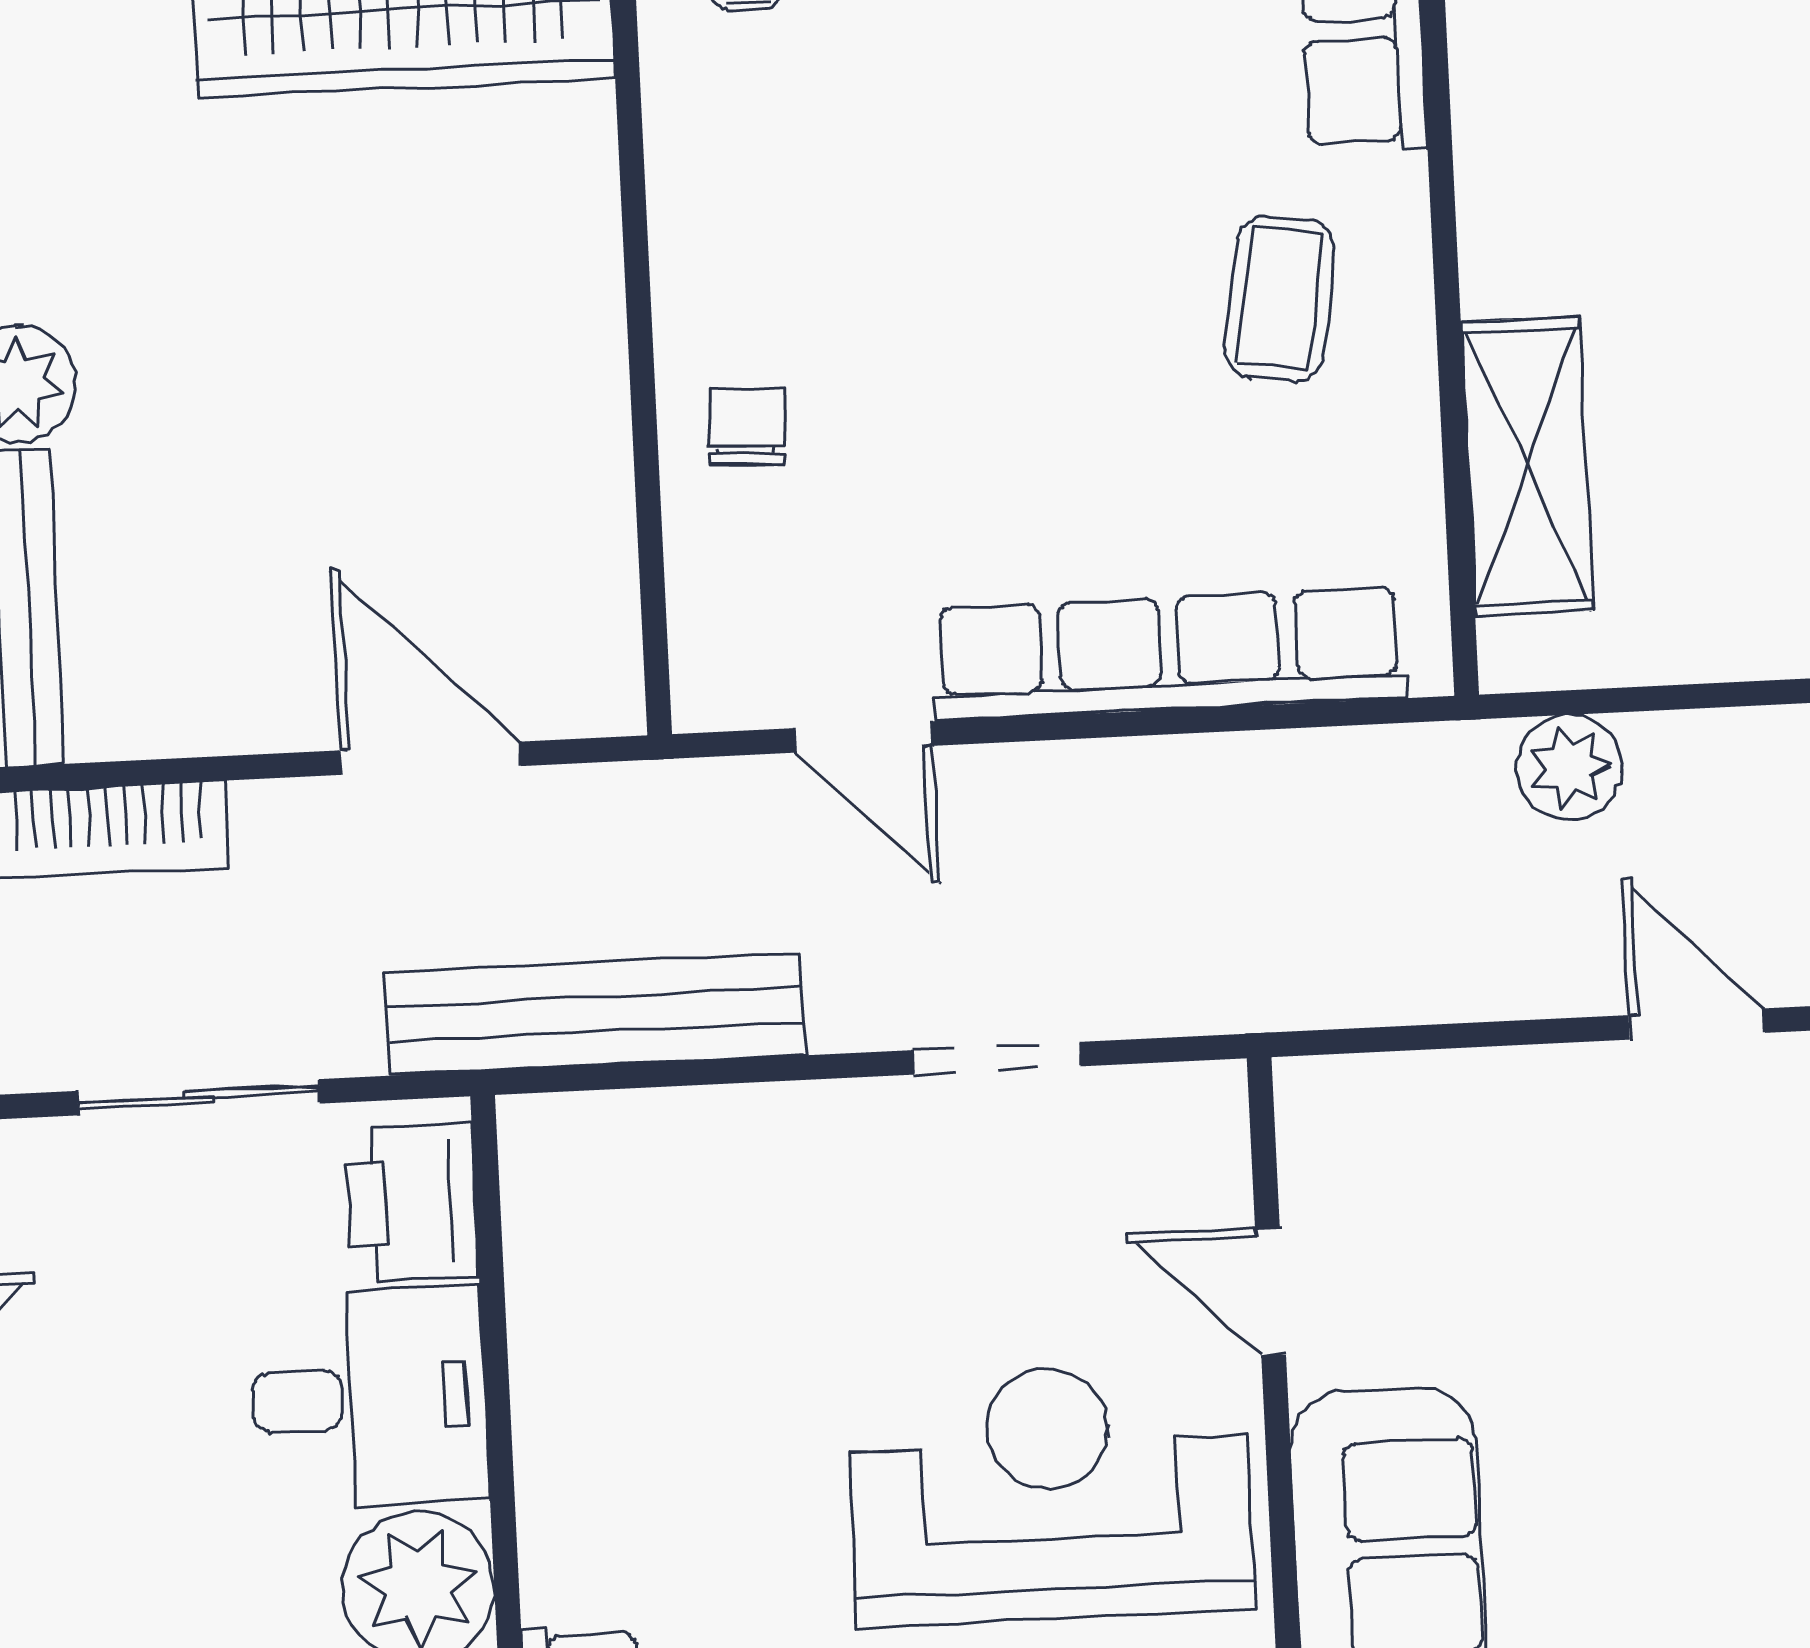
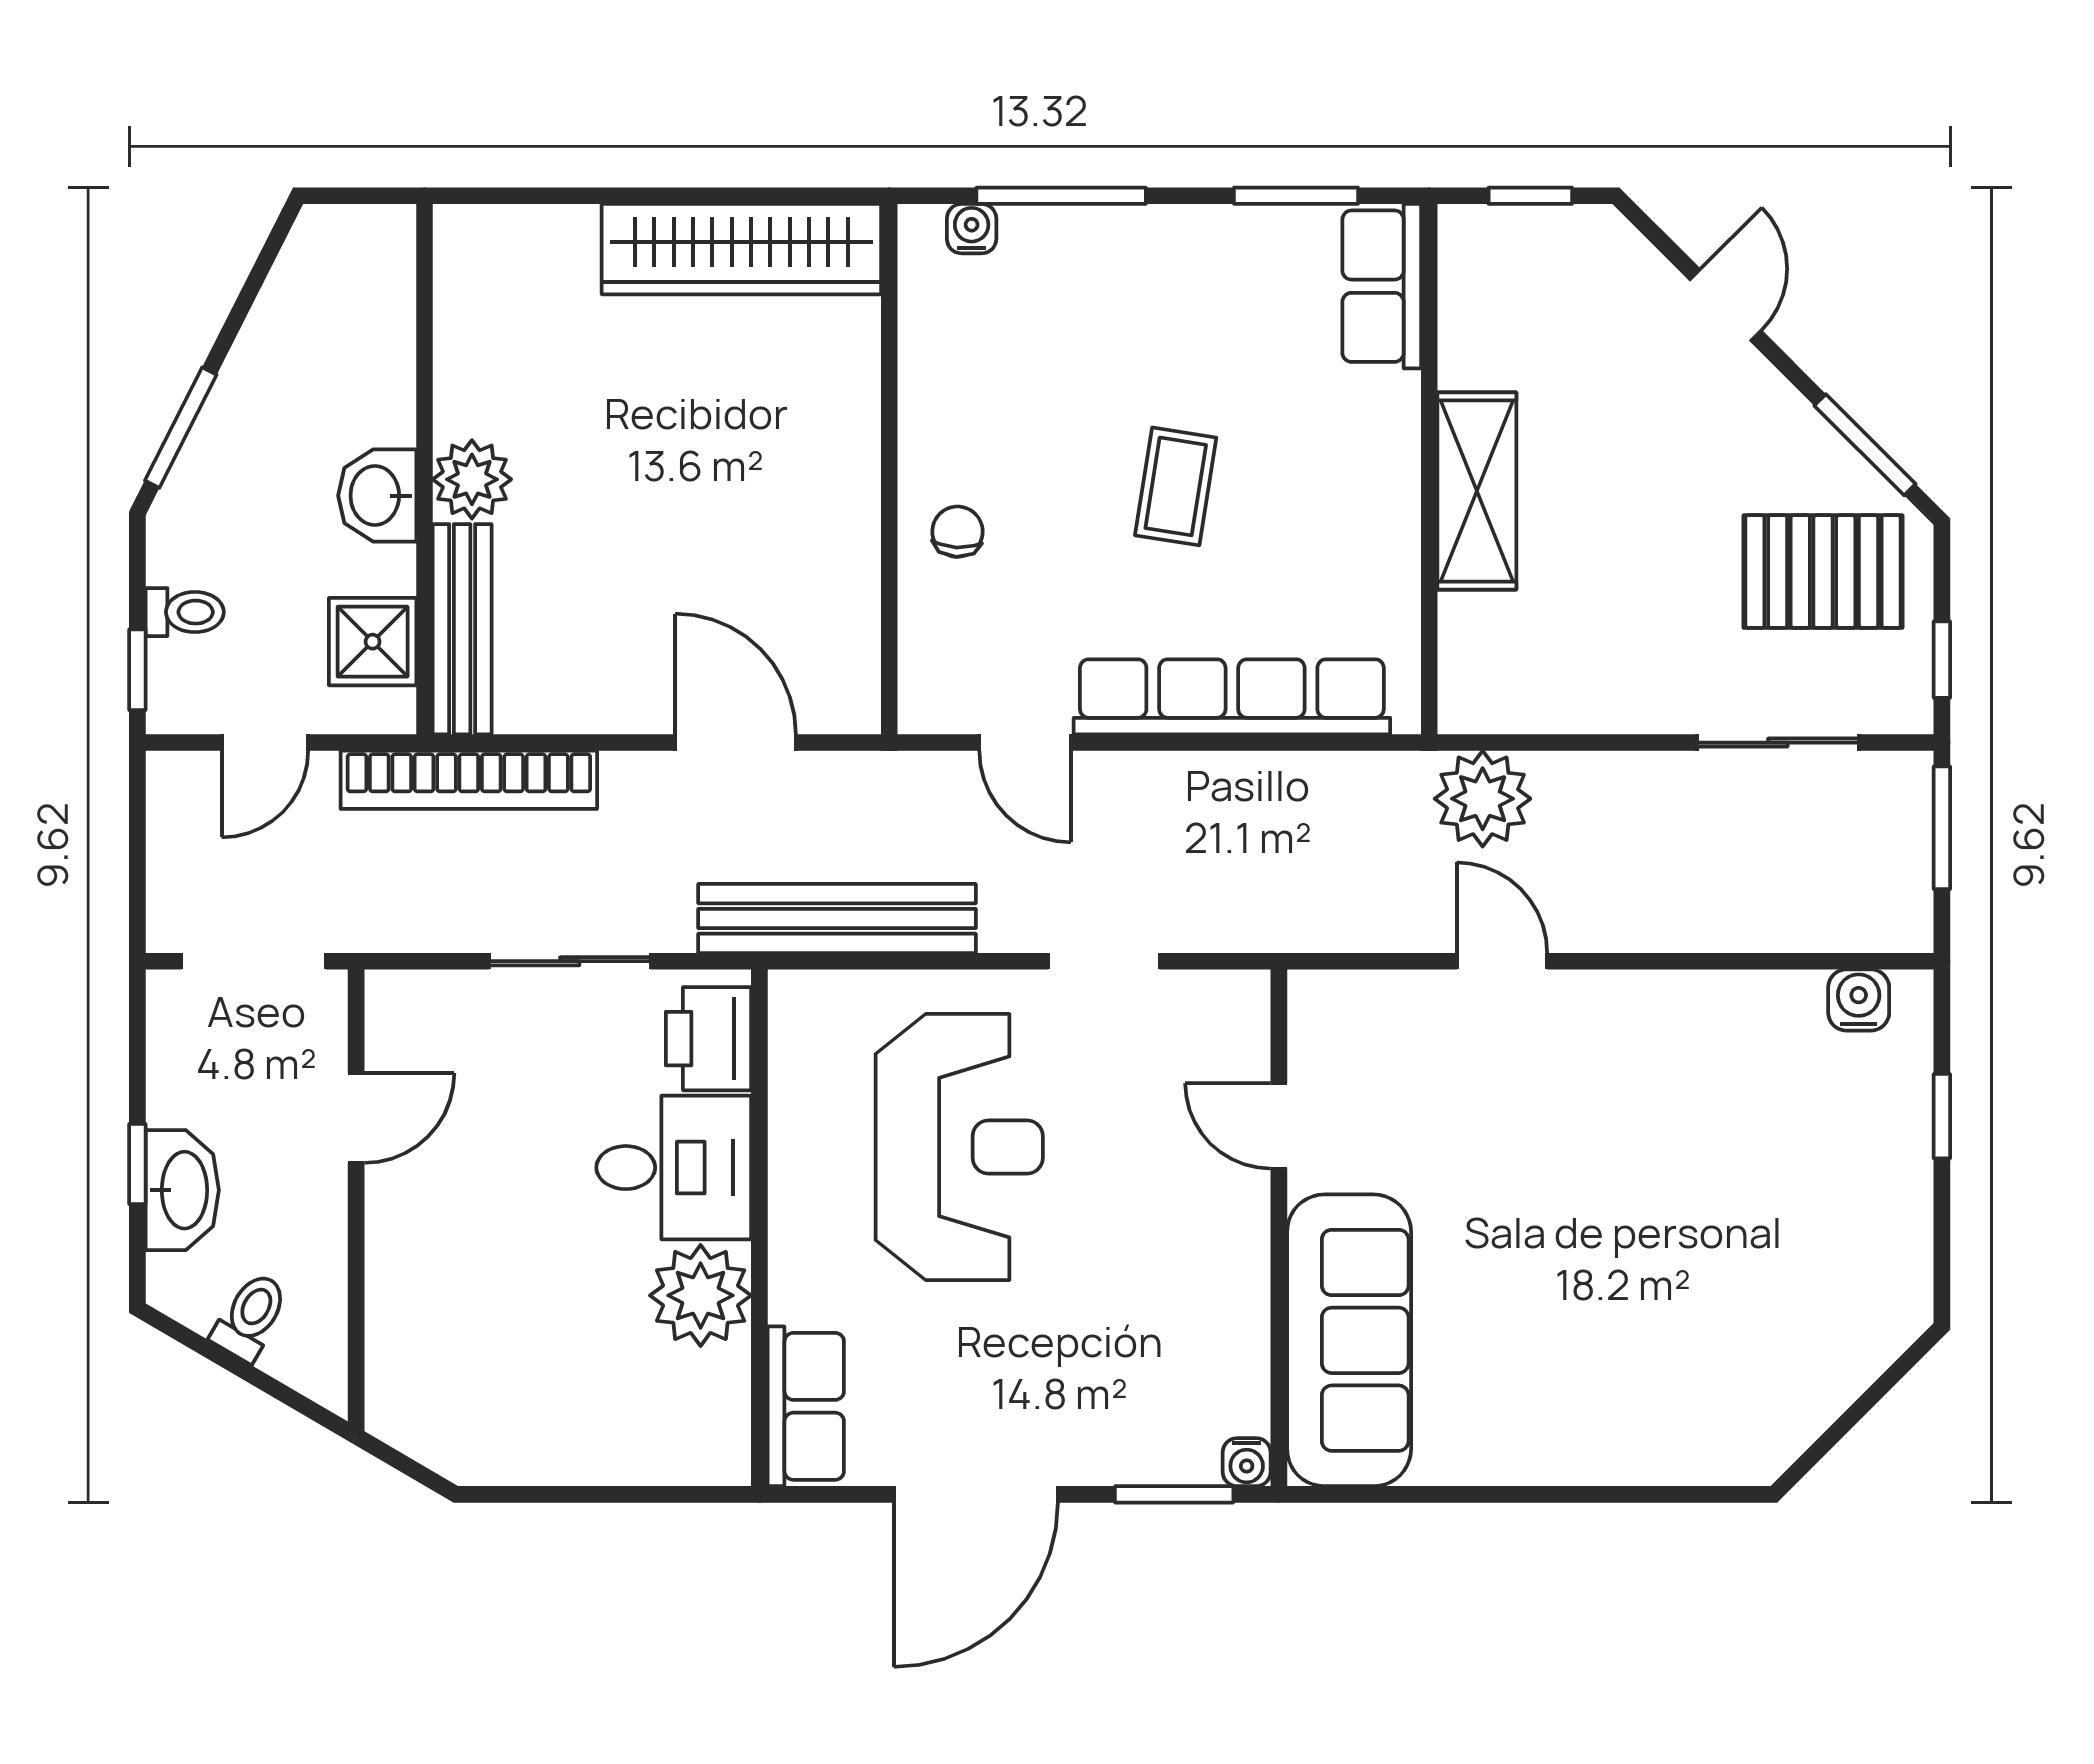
coffee table: (1280, 299) -> (1176, 486), moved
shelving: (1527, 466) -> (1477, 491), moved
plant: (1569, 767) -> (1483, 799), width x1.36, depth x1.36
door: (1697, 1024) -> (1502, 961), moved
reception desk: (1051, 1494) -> (959, 1147), moved, turned 90

